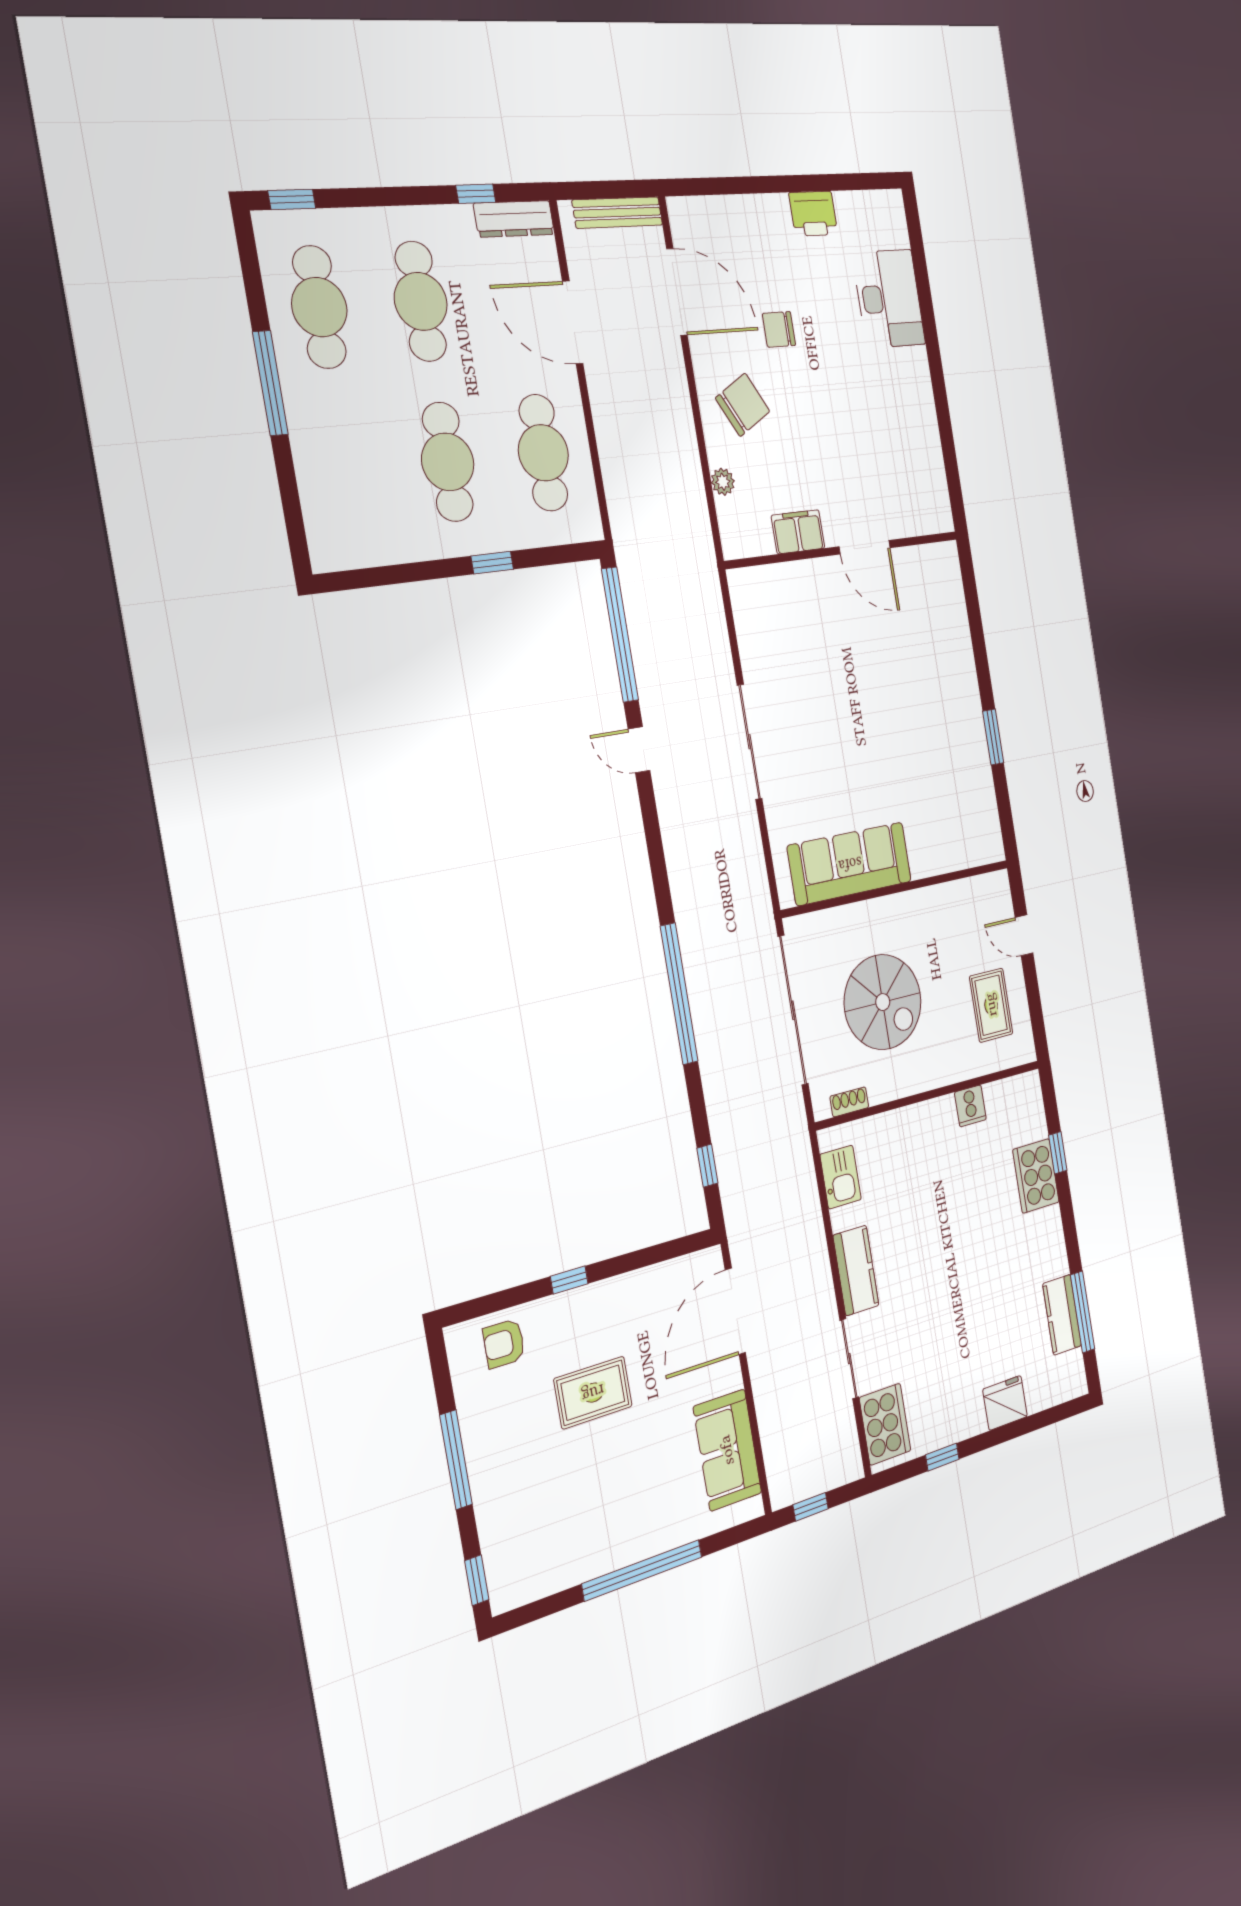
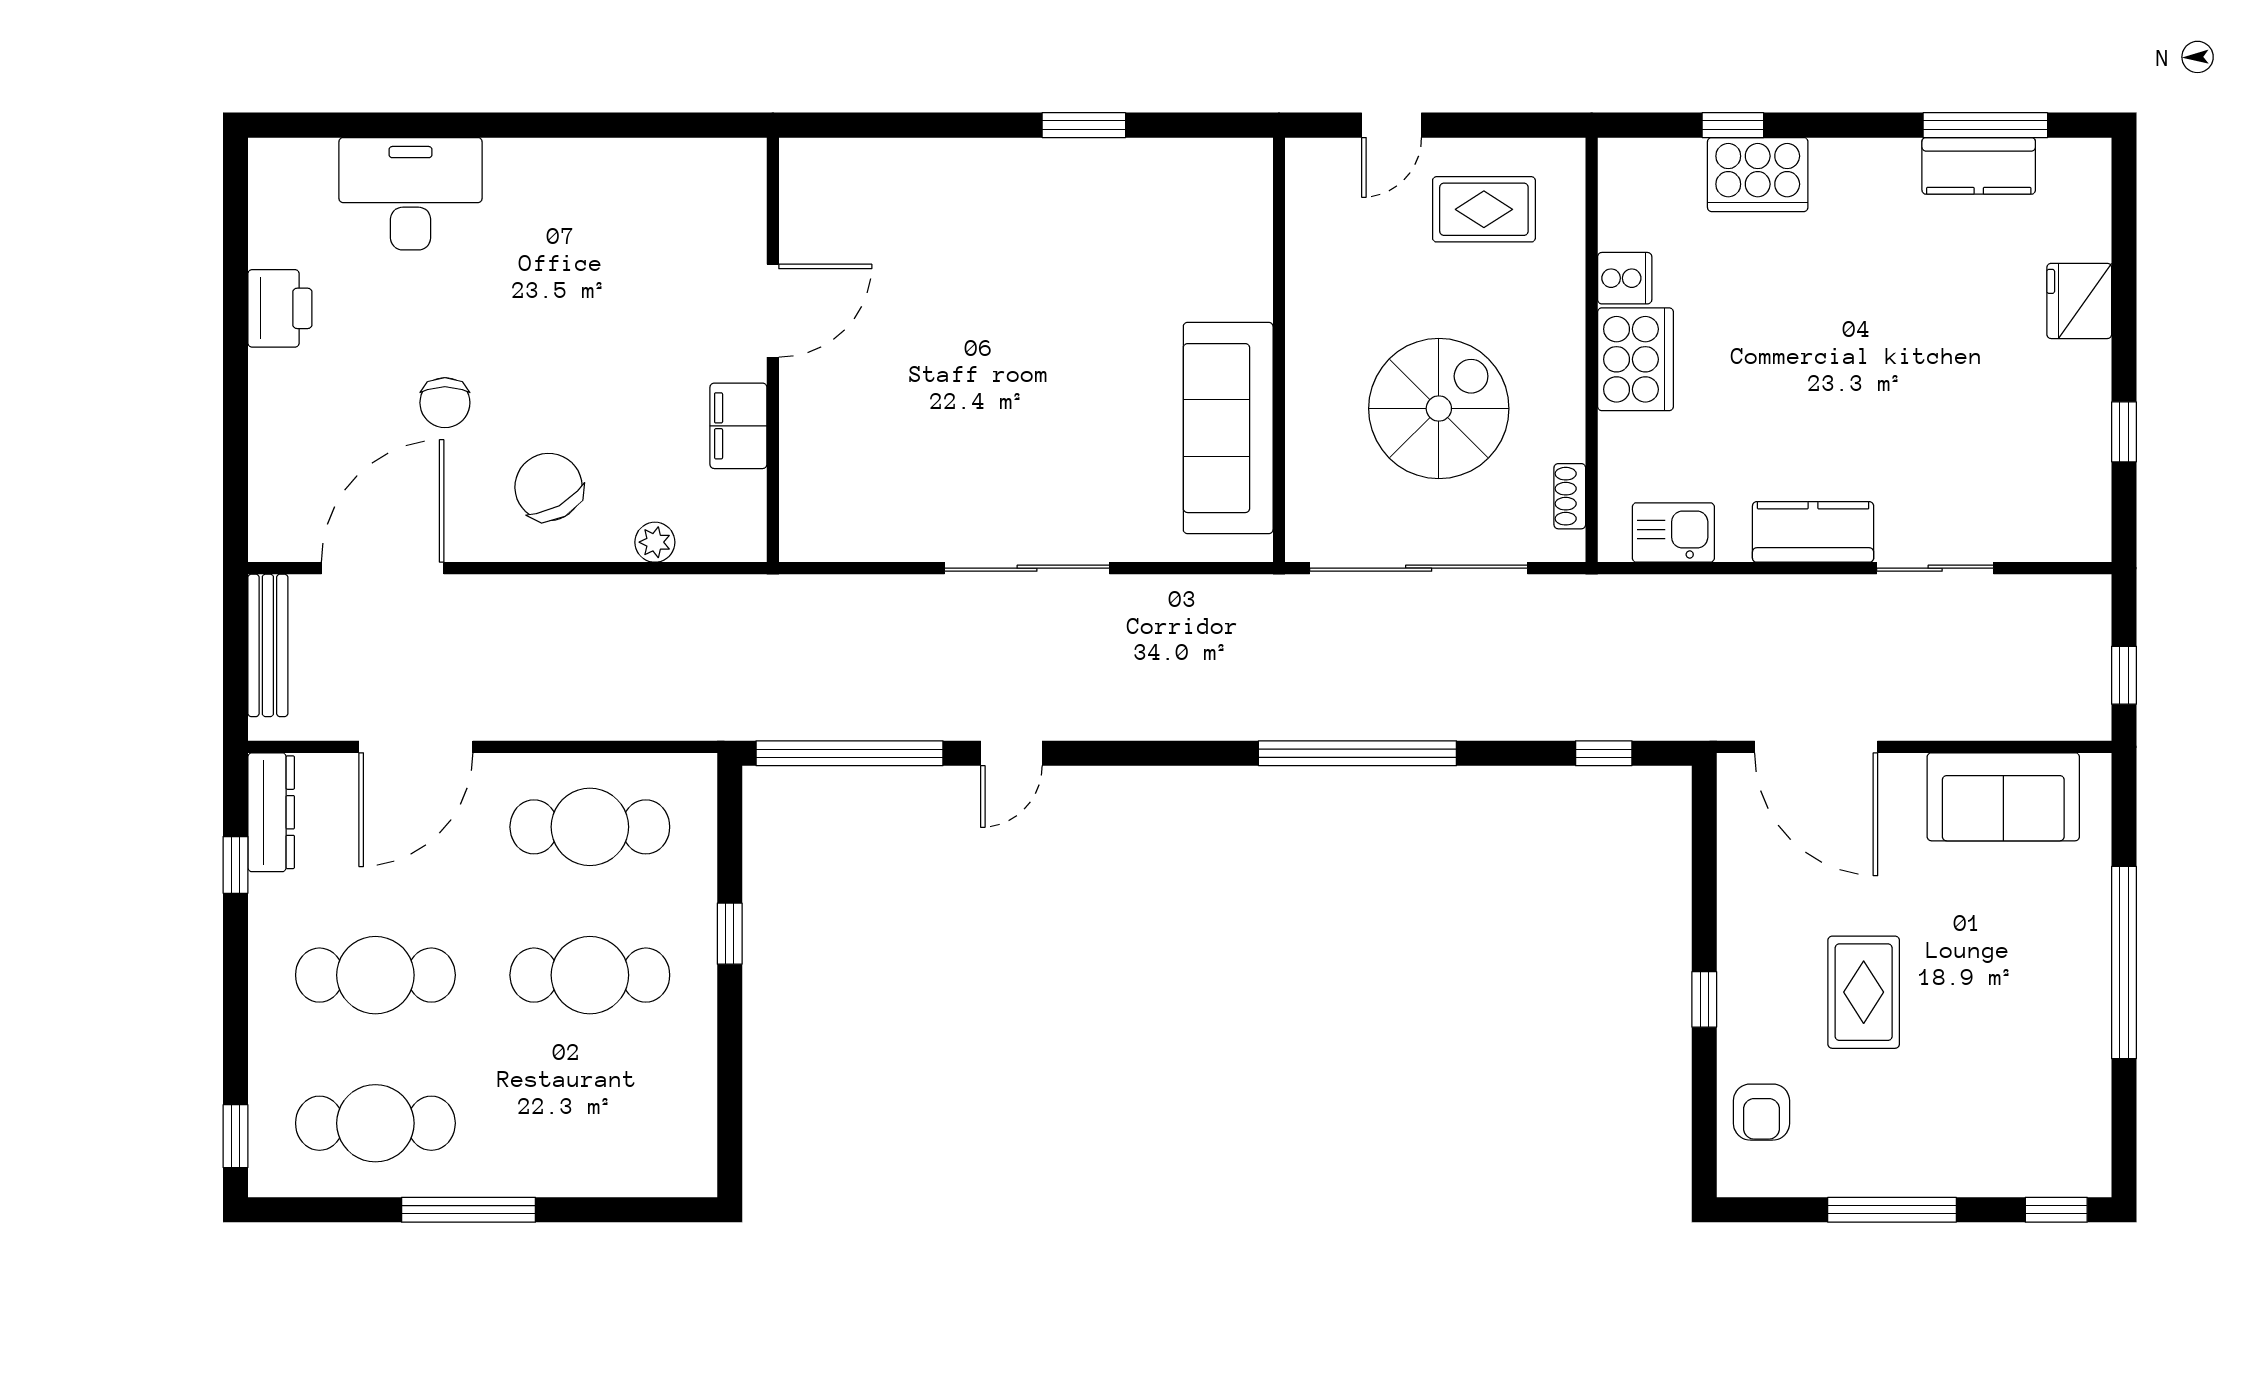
cooker: (885, 1424) -> (1635, 359), moved, turned 90

